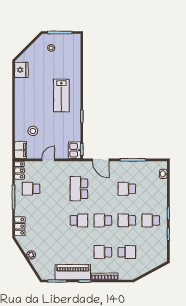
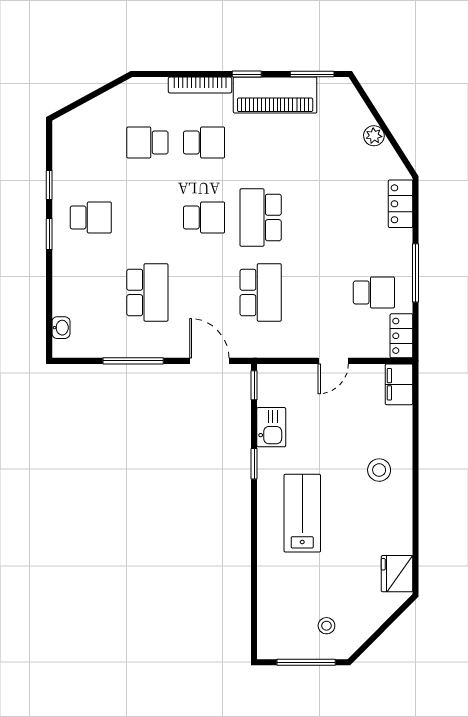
stool: (33, 131) -> (379, 470), moved
kitchen sink: (74, 150) -> (271, 427), moved
school desk: (127, 189) -> (147, 292), width x1.85
school desk: (79, 220) -> (261, 217), width x1.85
school desk: (127, 220) -> (147, 217), removed

